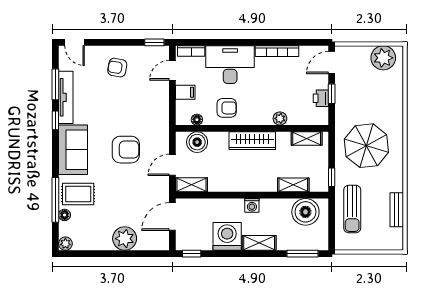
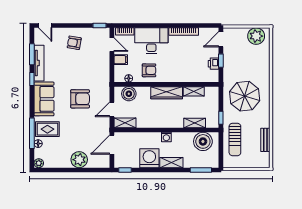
door: (172, 70) -> (112, 45), swing flipped
plant: (280, 118) -> (185, 78), removed
shelving: (307, 139) -> (194, 91), moved

